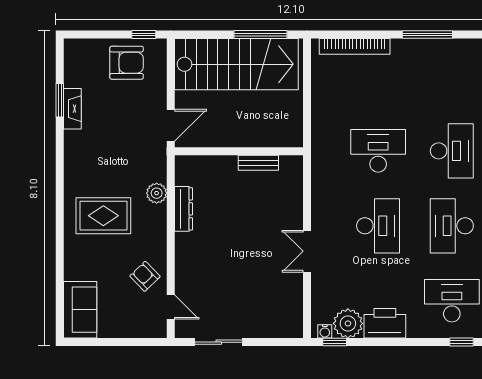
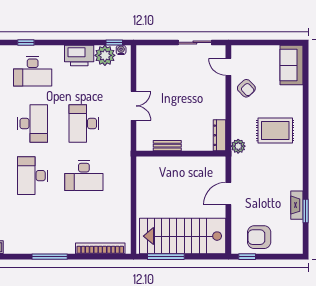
wall: (239, 151) -> (181, 154), moved
bench: (258, 163) -> (167, 146), moved

